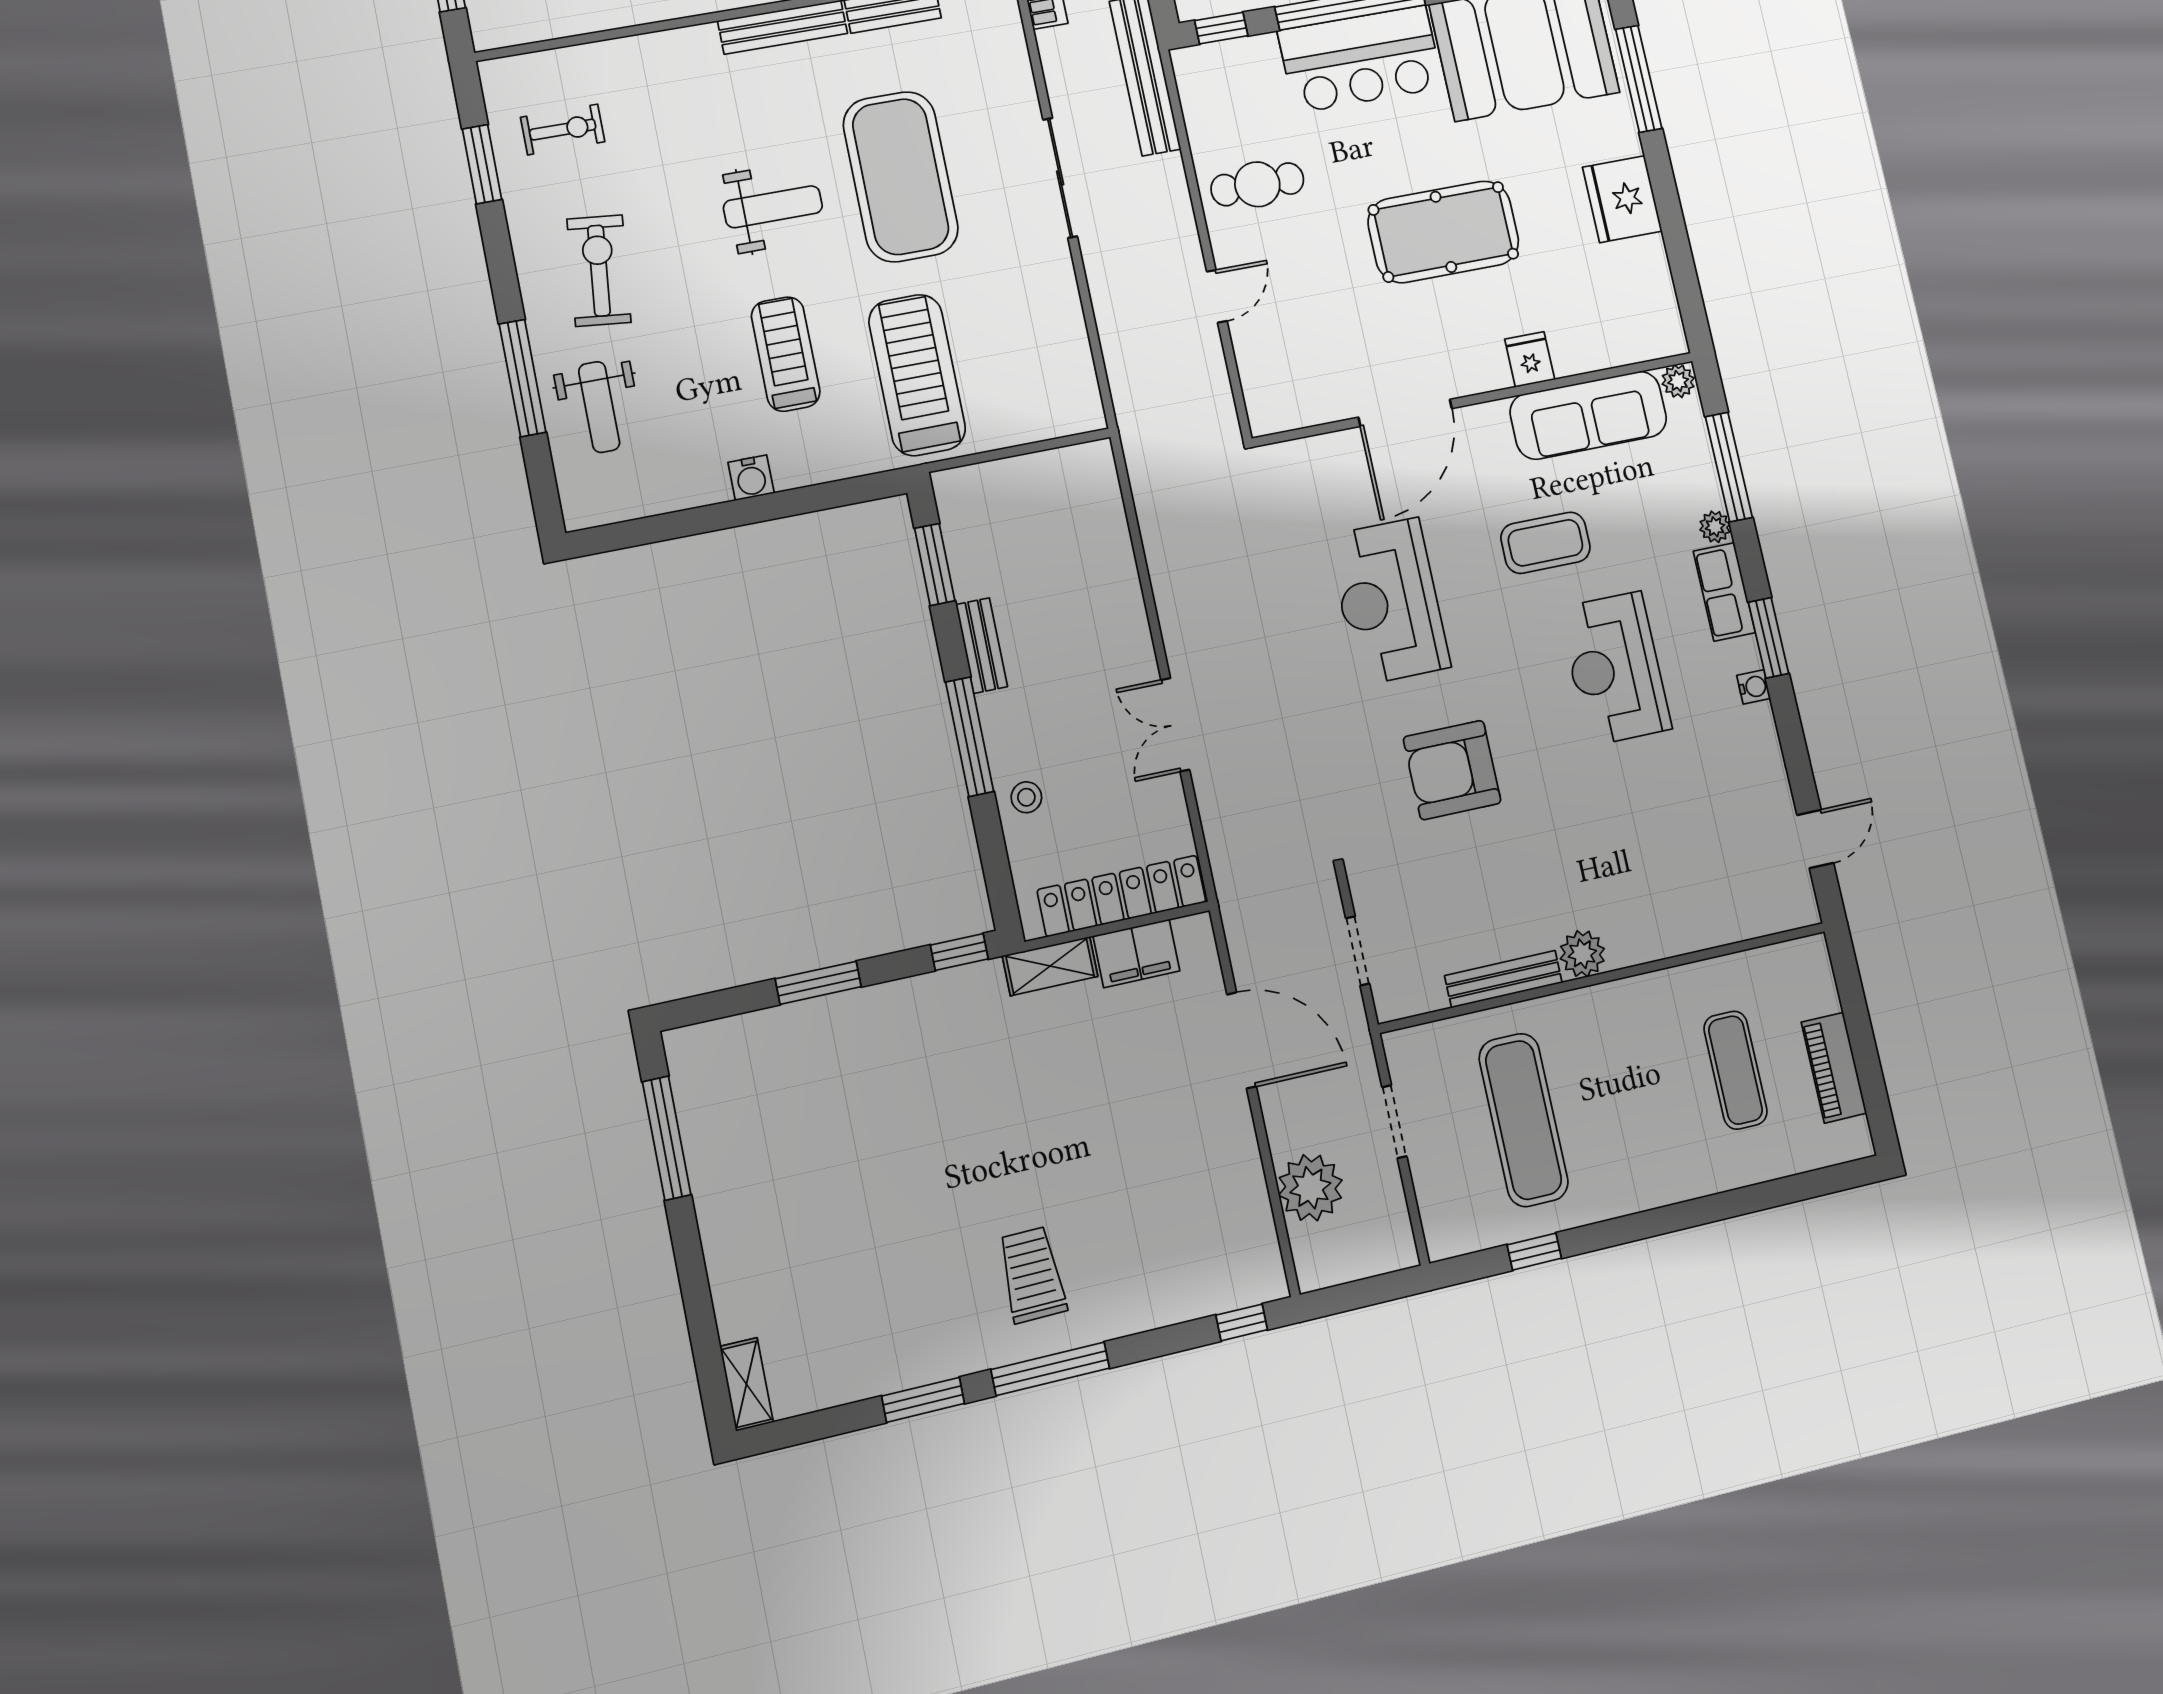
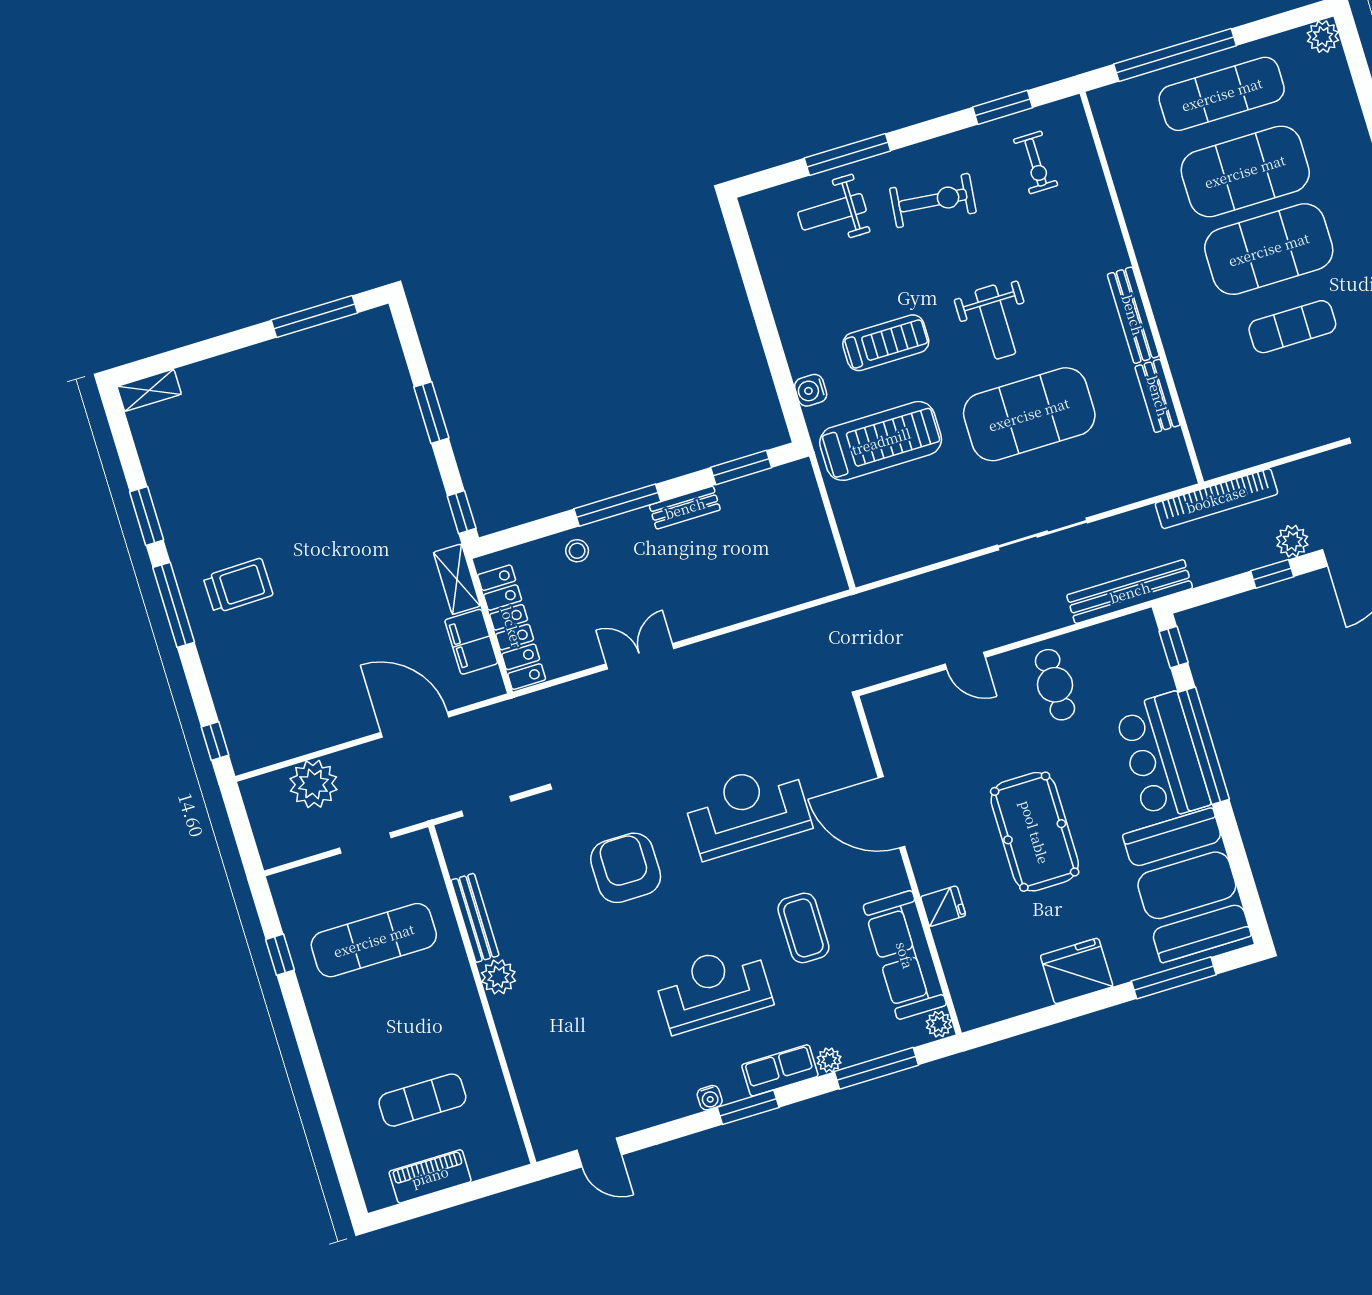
water cooler: (751, 478) -> (811, 390), moved
door: (1242, 1040) -> (415, 725), swing flipped

